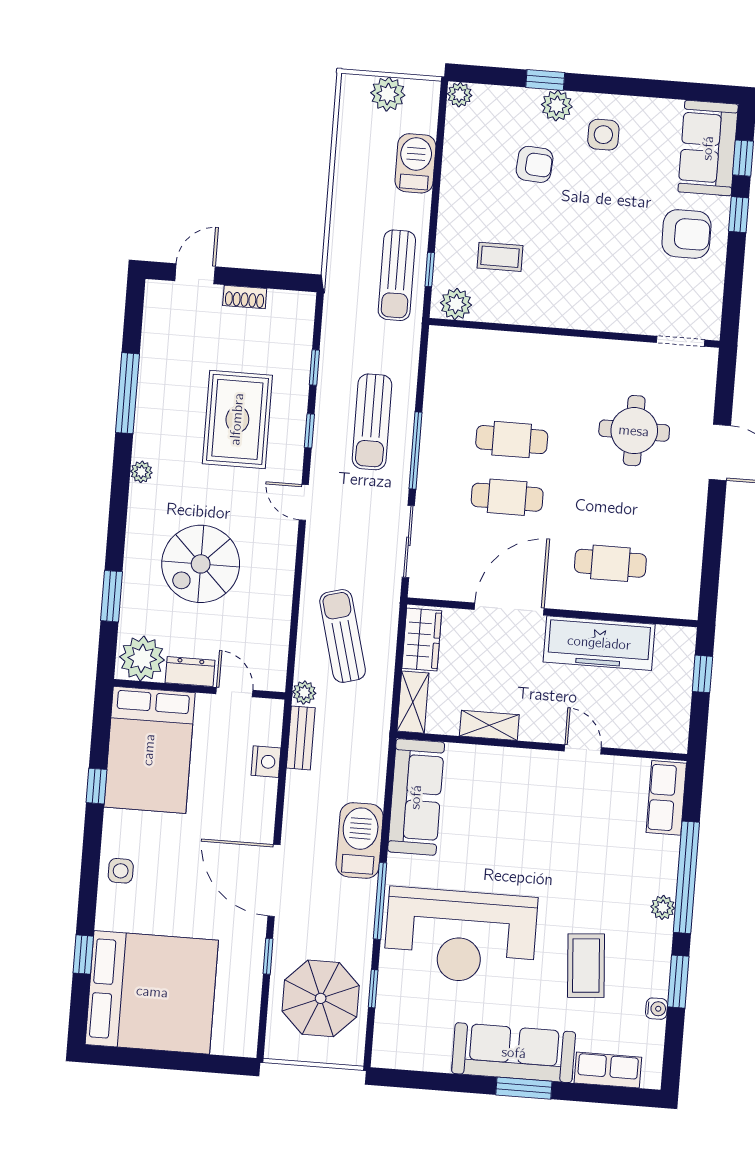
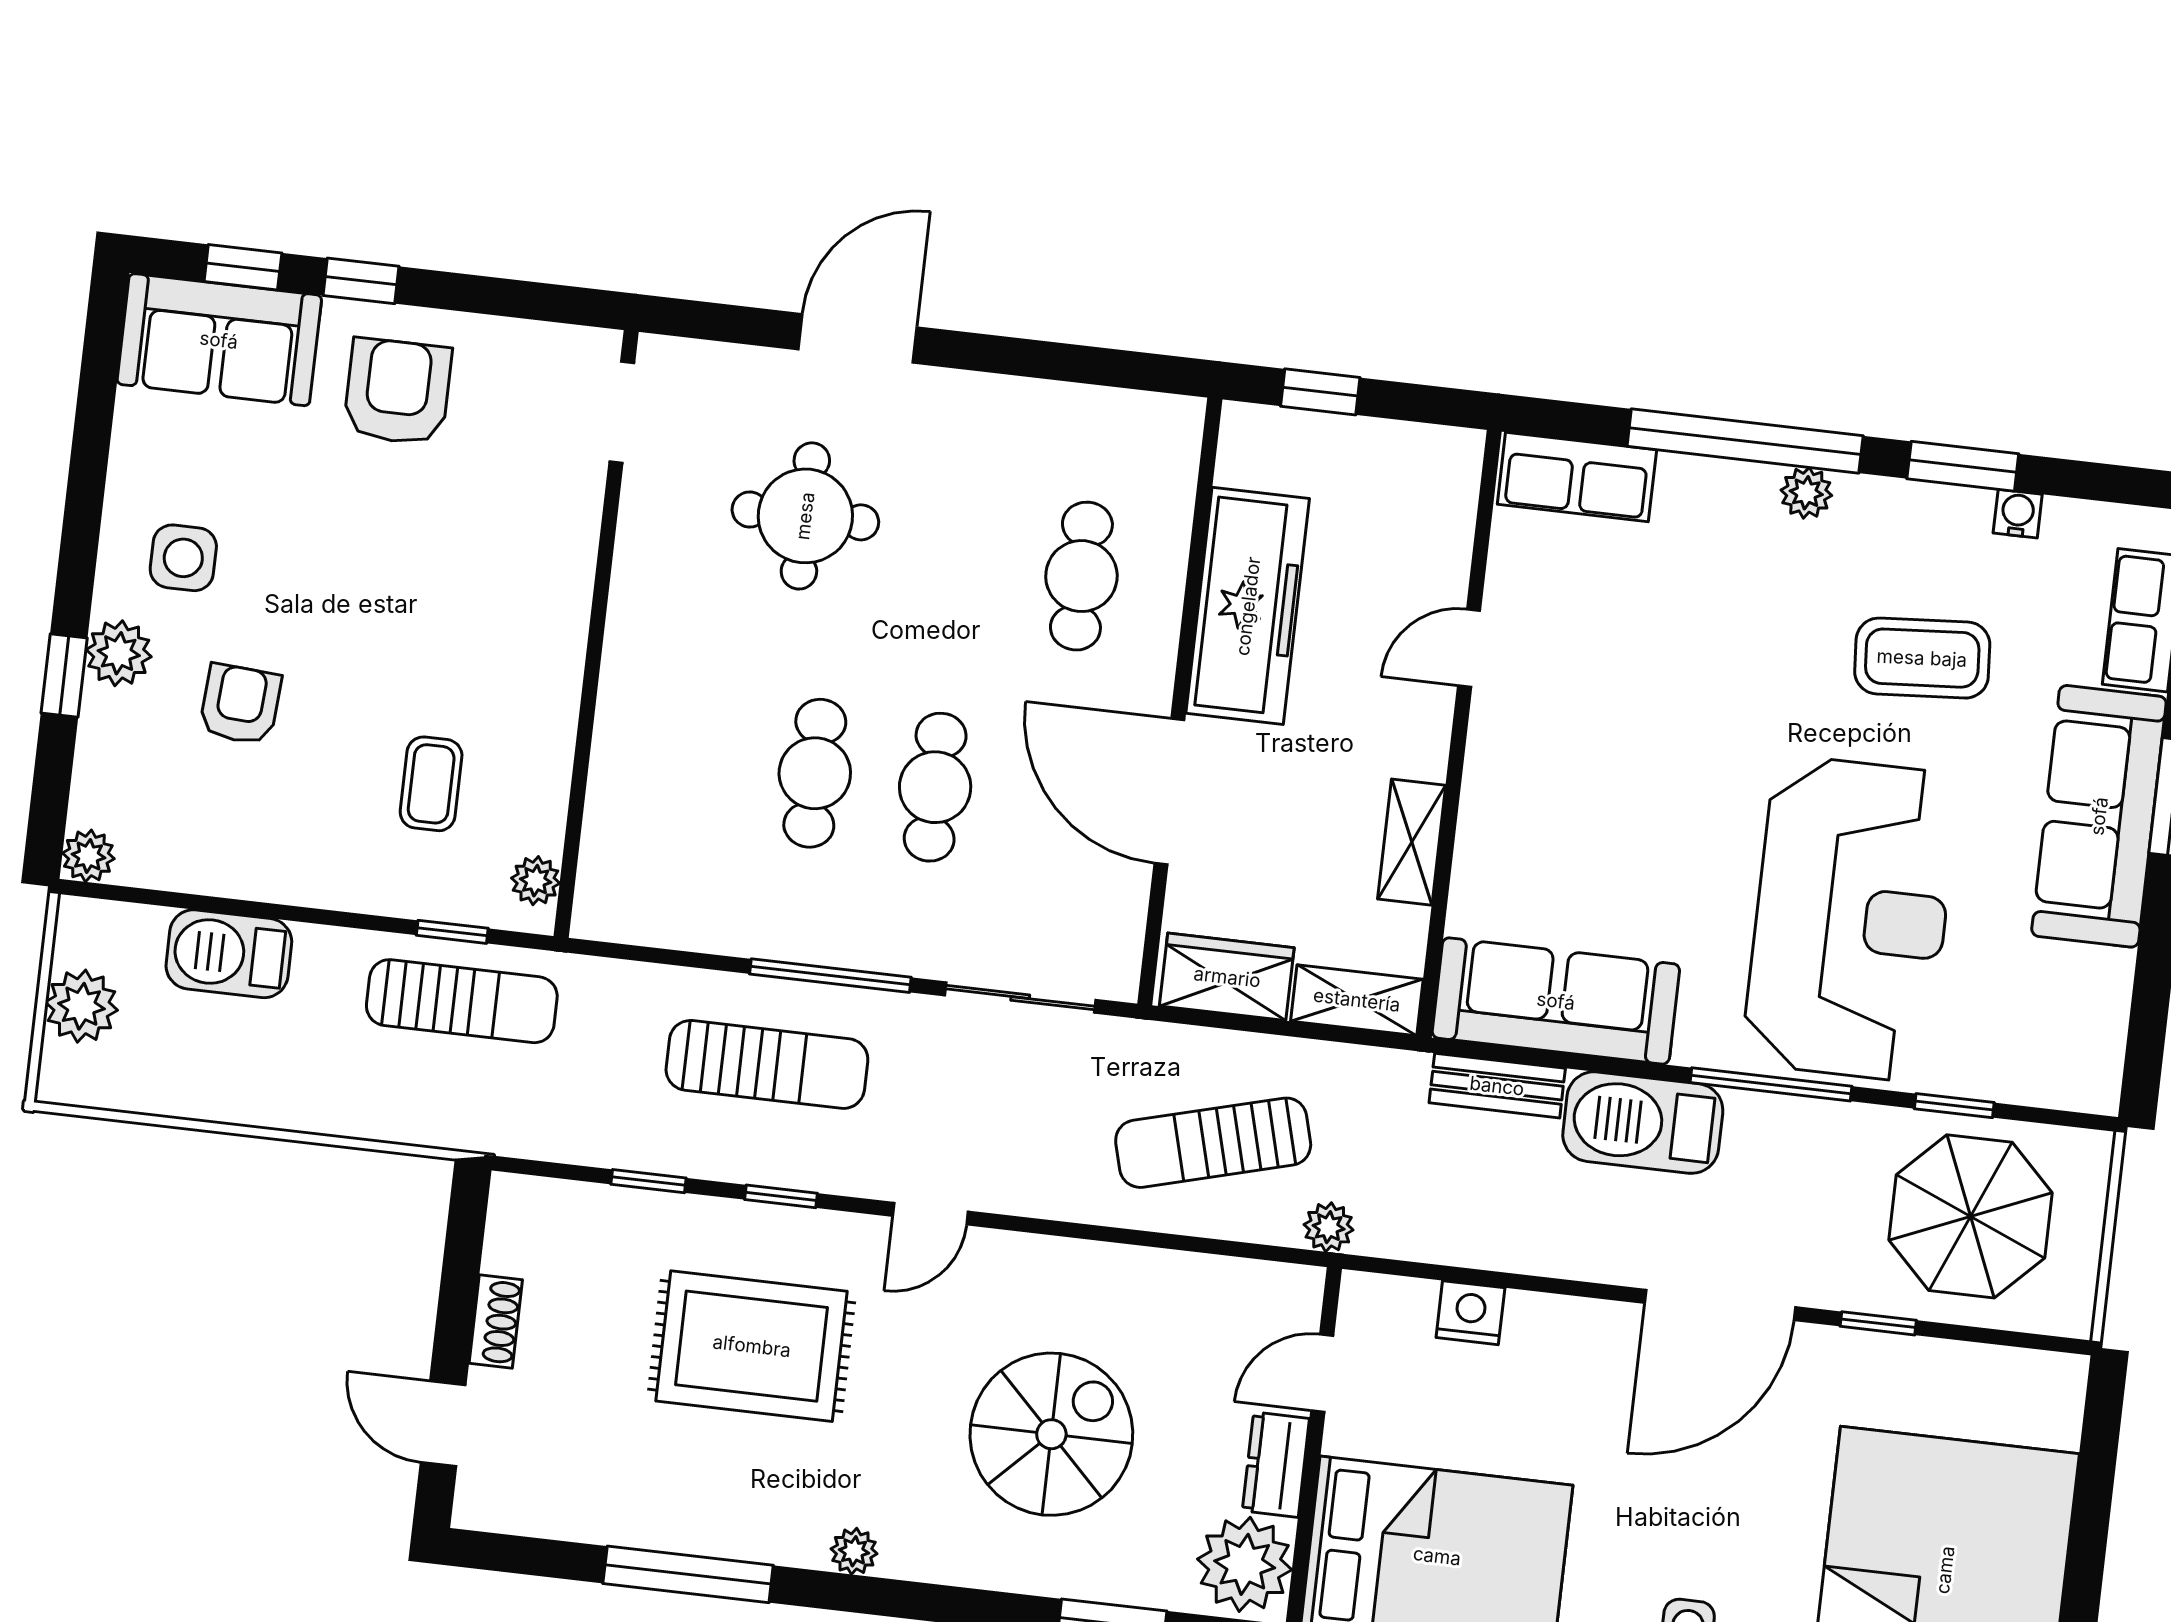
plant: (456, 304) -> (536, 881), width x0.73, depth x0.73
spiral stairs: (201, 564) -> (1051, 1434), turned -90
bench: (301, 738) -> (1497, 1086), moved

